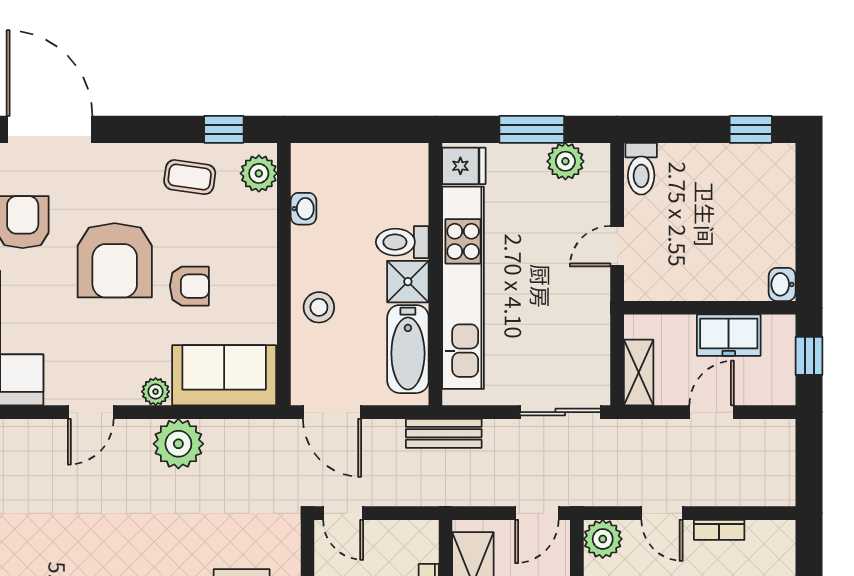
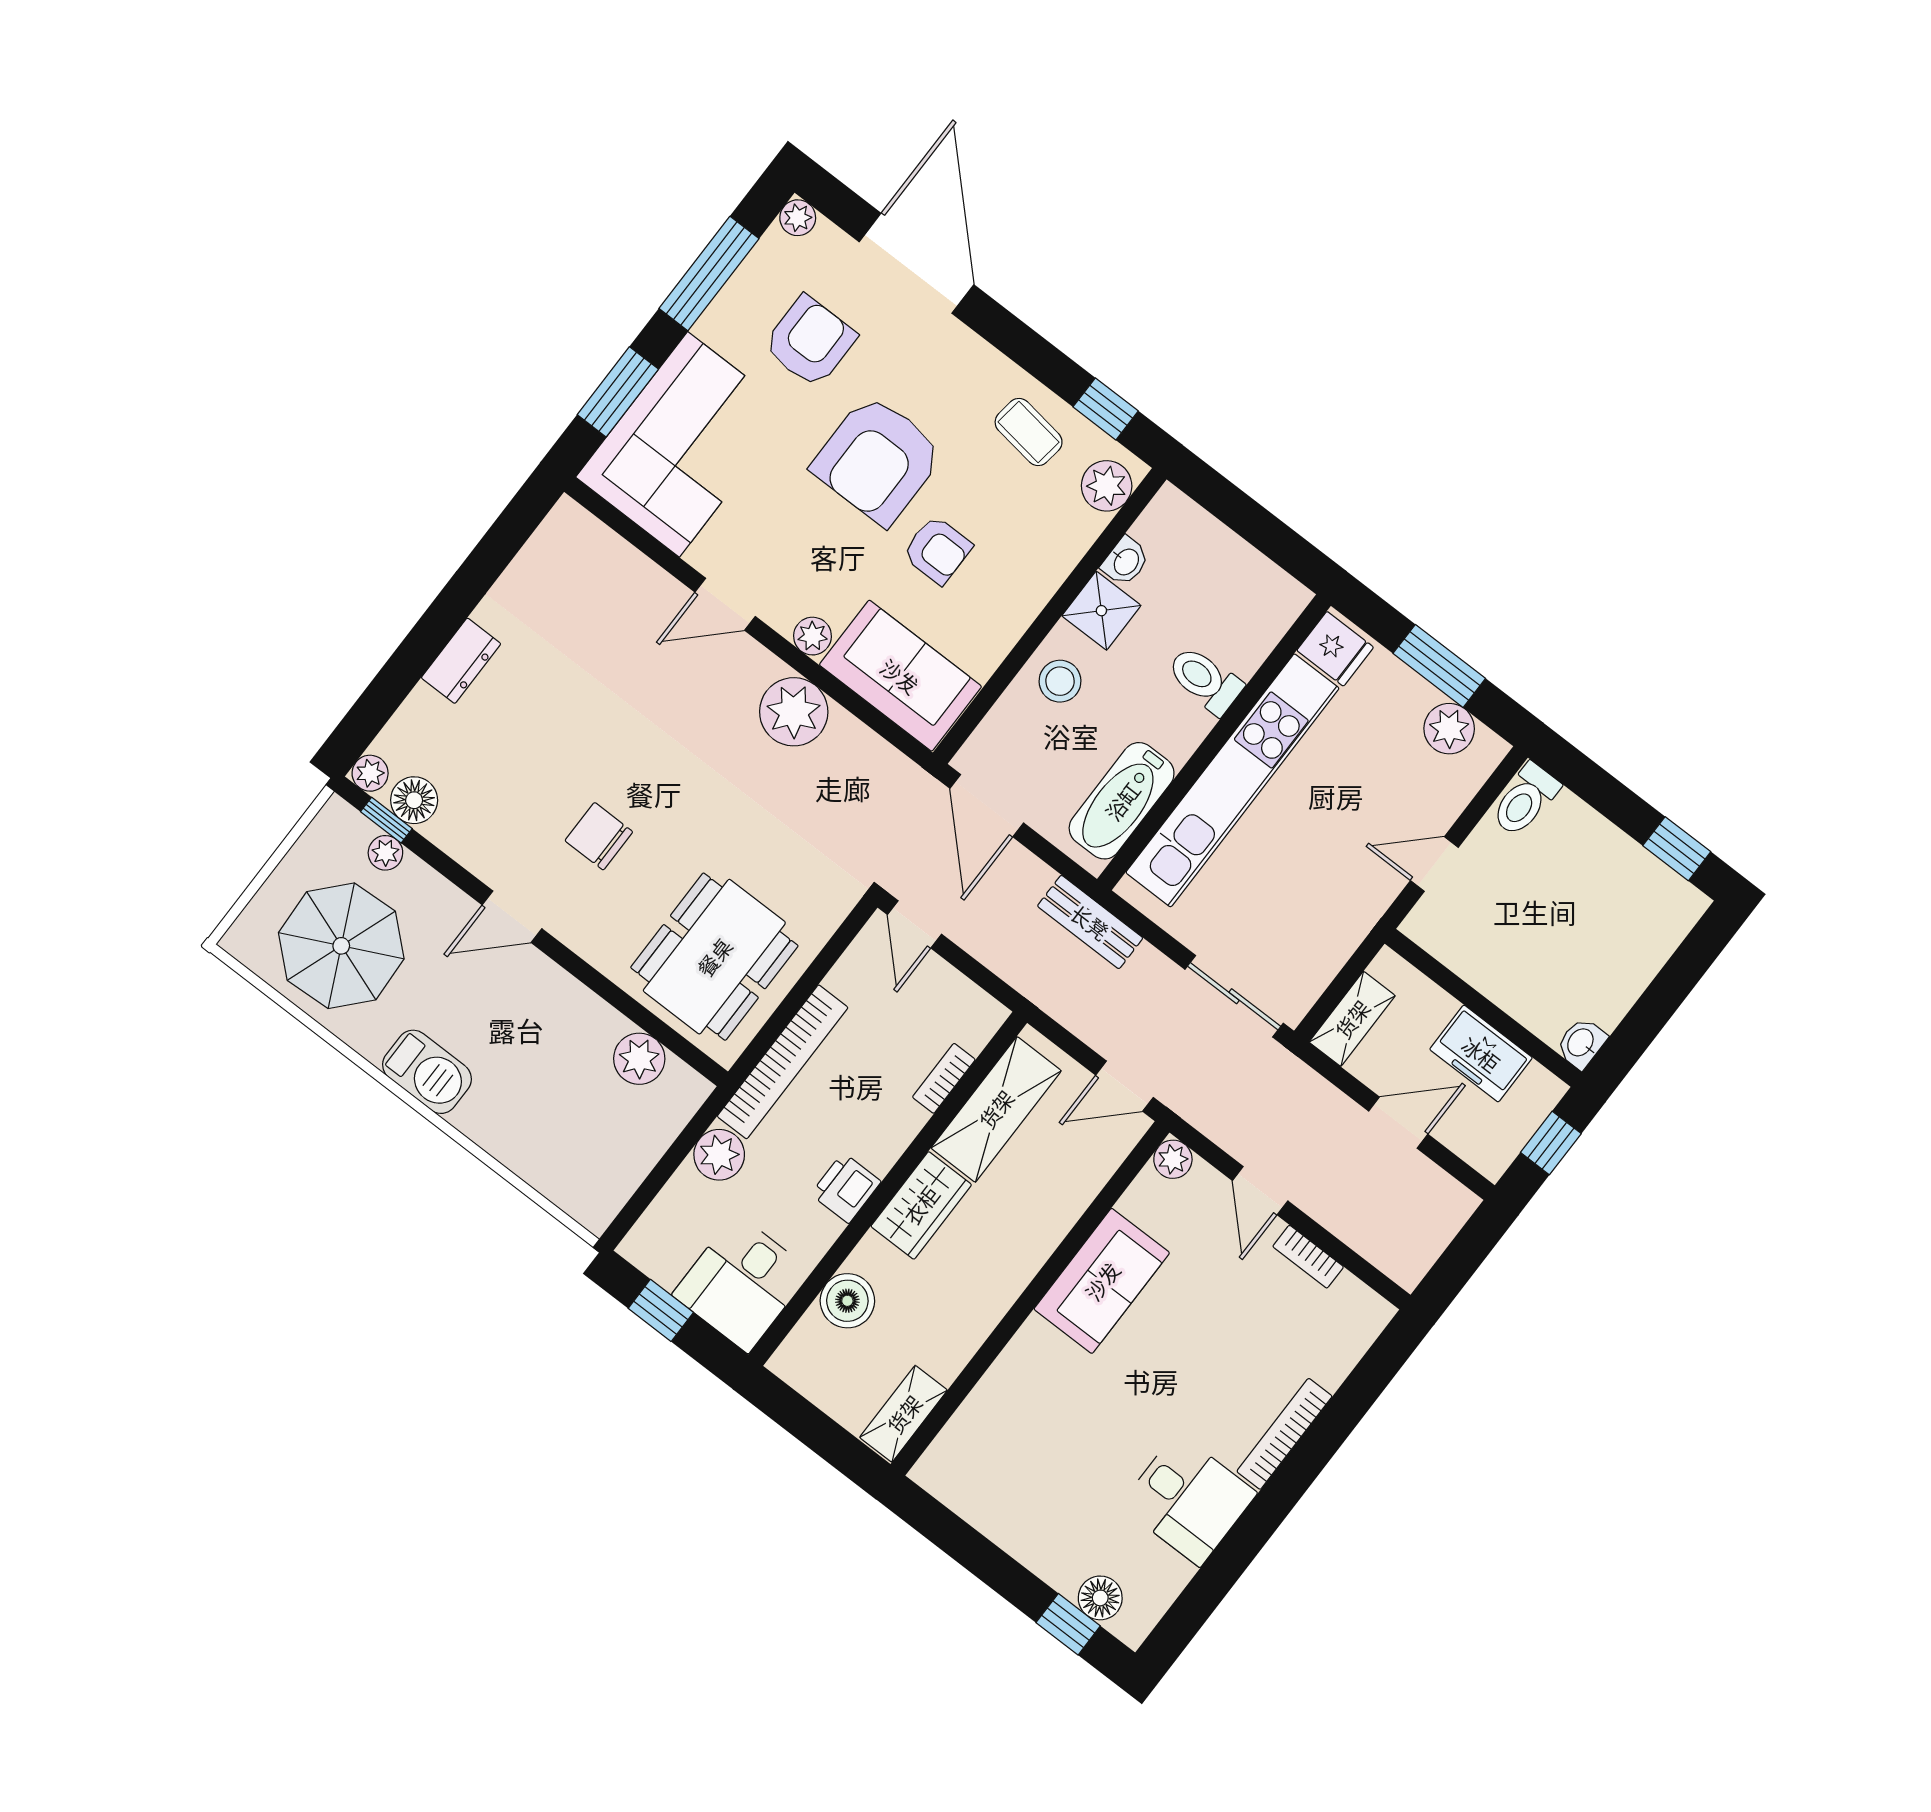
shower: (408, 282) -> (1101, 611), moved
plant: (603, 539) -> (1173, 1159), width x0.73, depth x0.73

